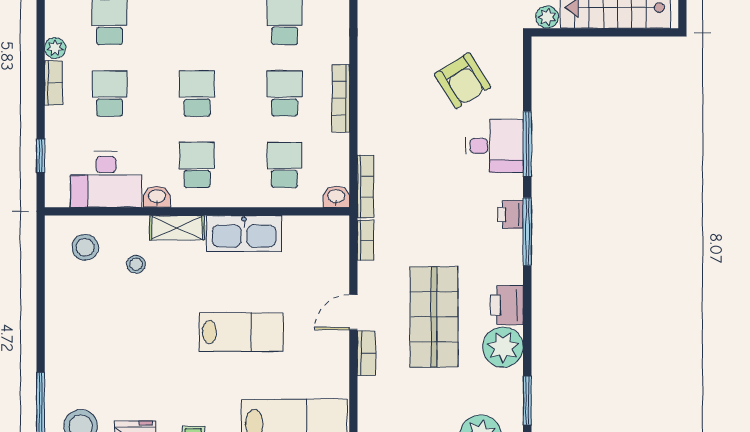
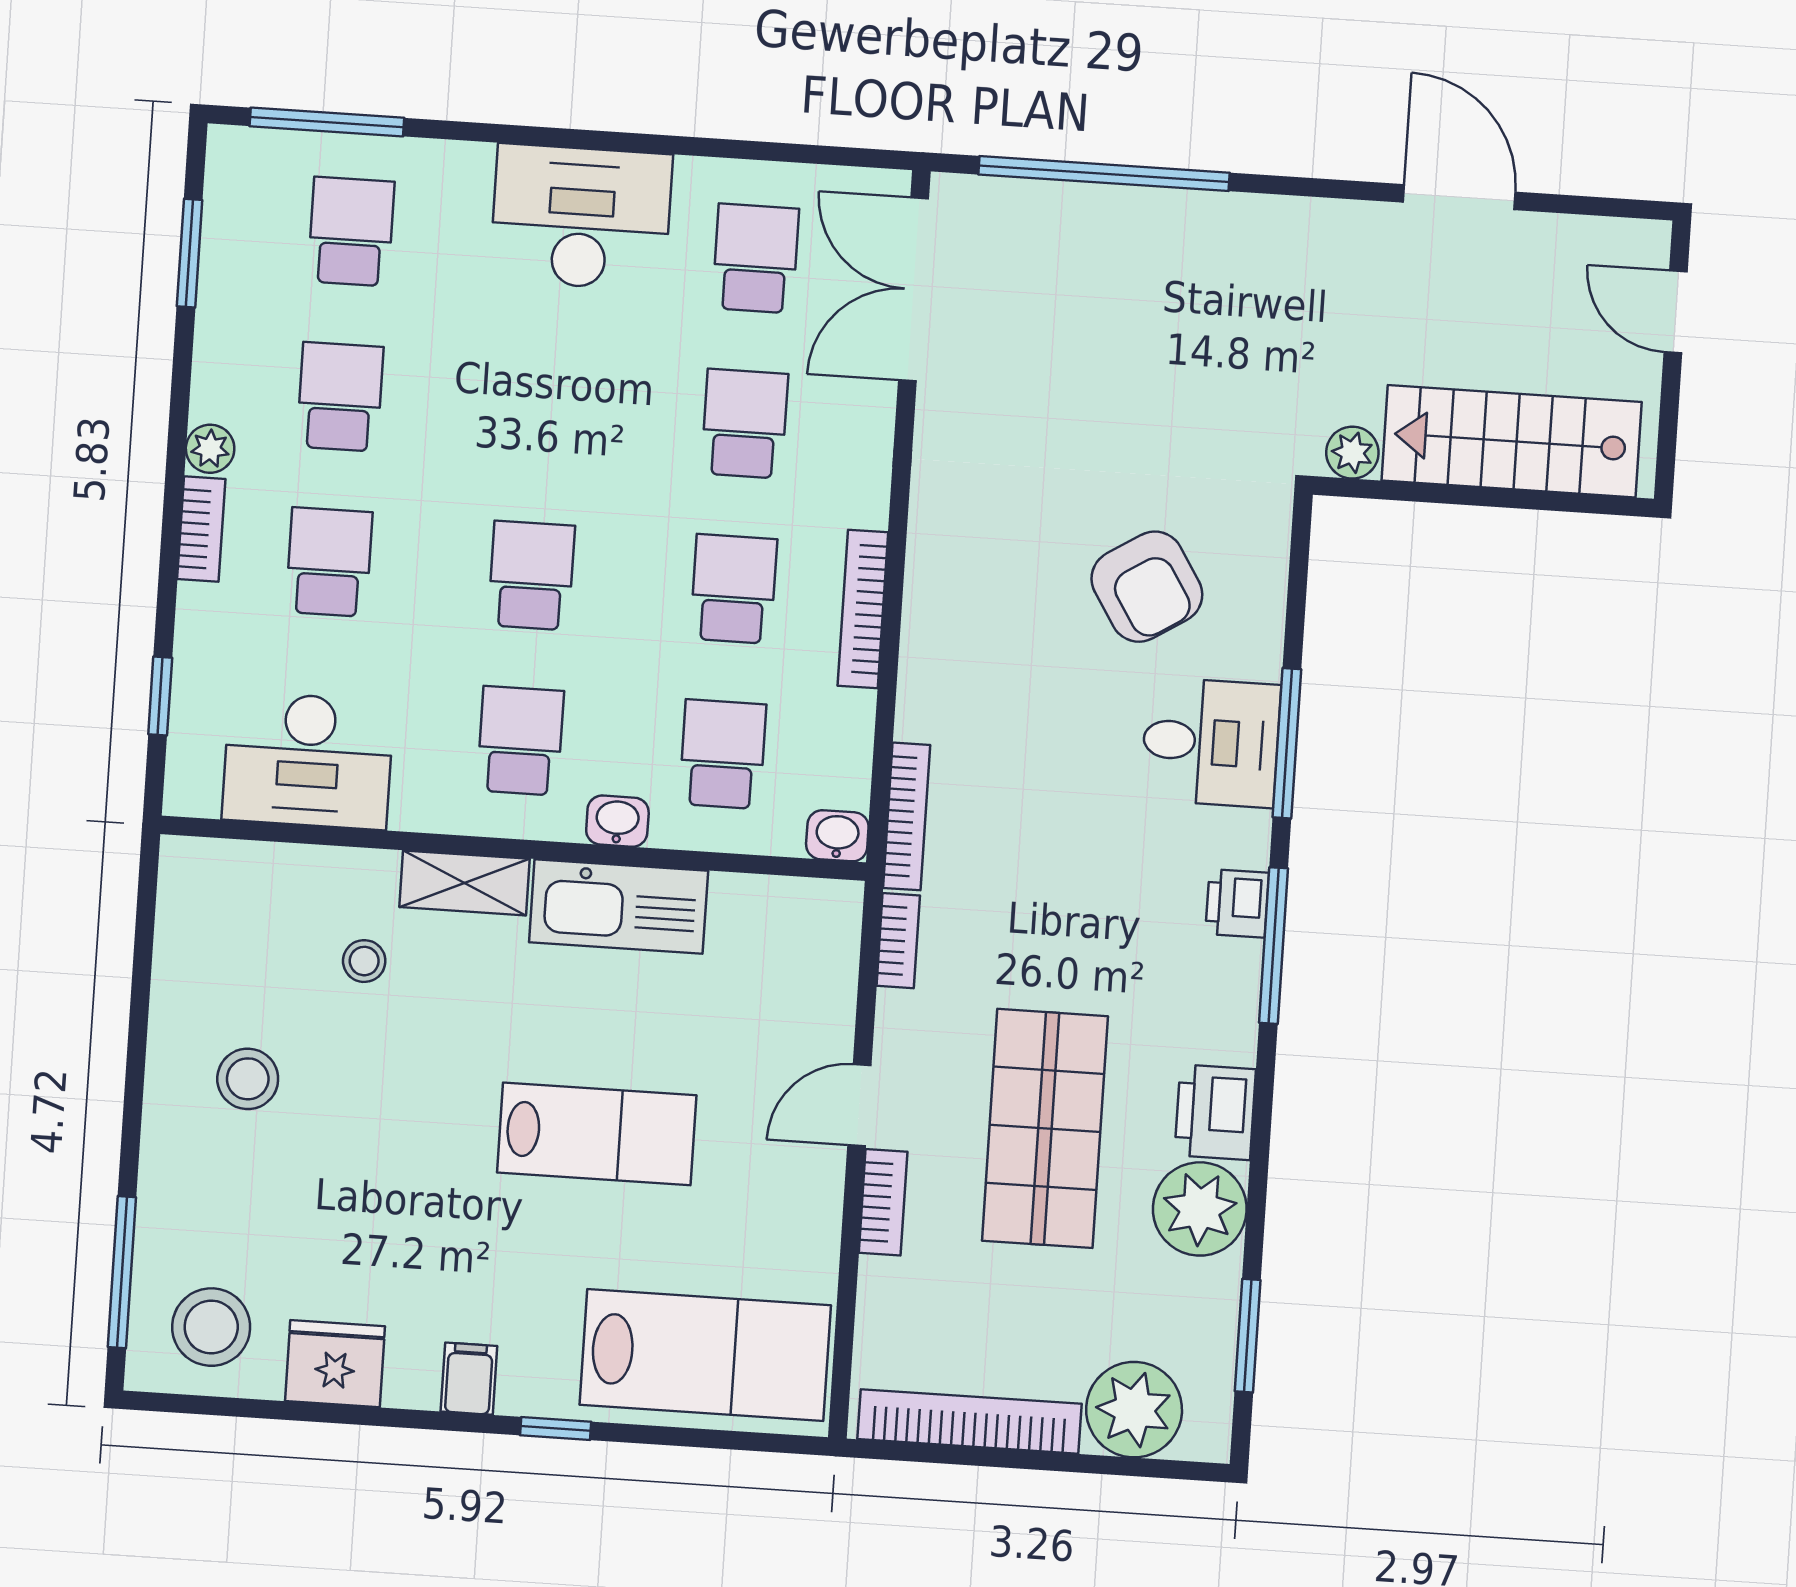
washbasin: (157, 197) -> (617, 821), moved
stool: (85, 247) -> (248, 1079), moved

